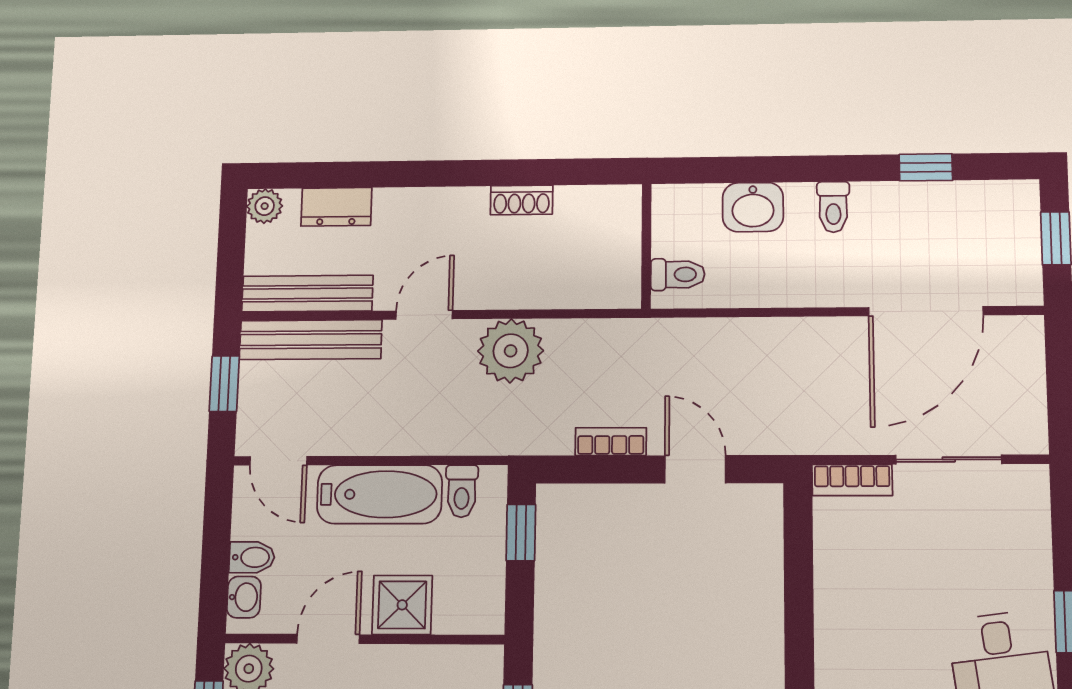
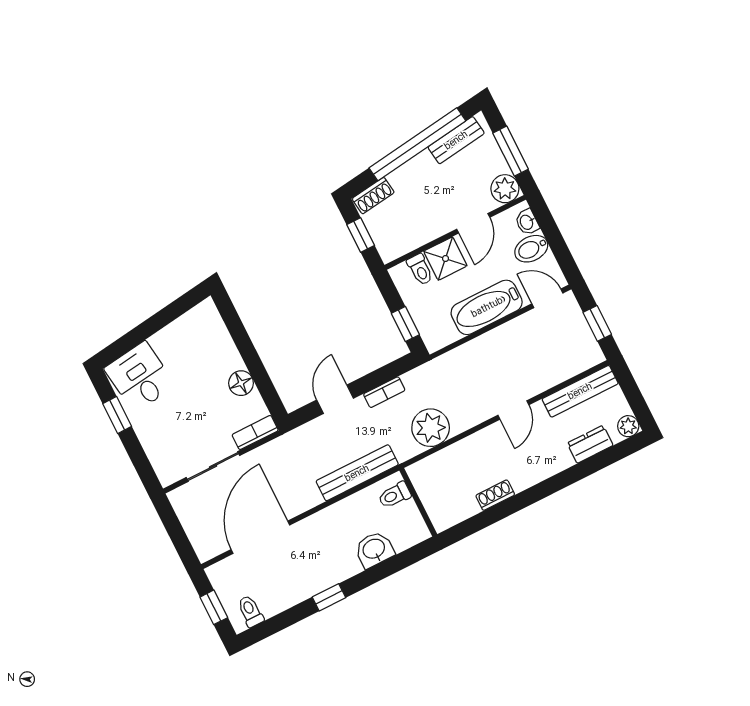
window: (926, 167) -> (329, 597), moved
toilet: (833, 207) -> (250, 611), moved
bench: (311, 340) -> (357, 473), moved
plant: (511, 351) -> (431, 428), moved
door: (695, 469) -> (335, 399), swing flipped
toilet: (462, 491) -> (420, 270), moved, turned 180
bidet: (252, 557) -> (531, 249), width x1.38, depth x1.36
floor lamp: (836, 571) -> (241, 383), added

